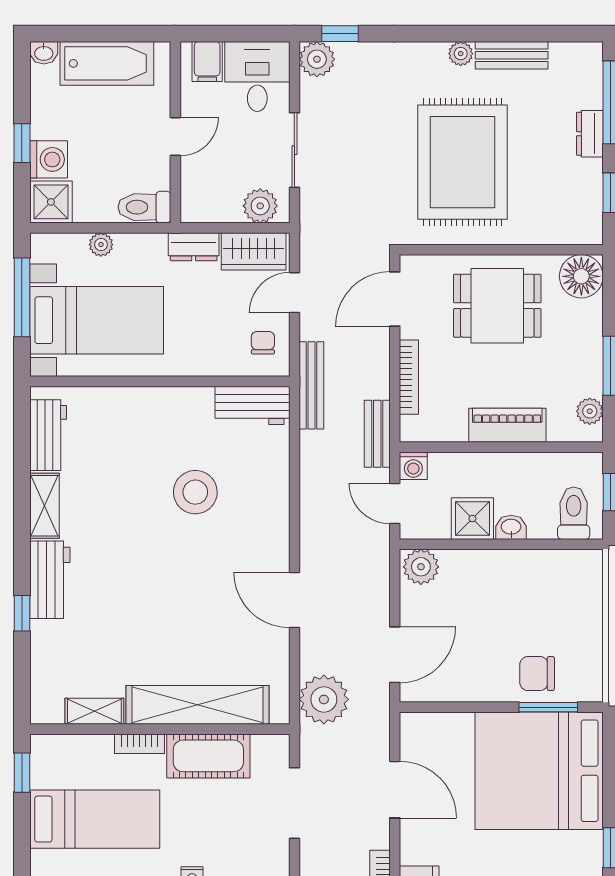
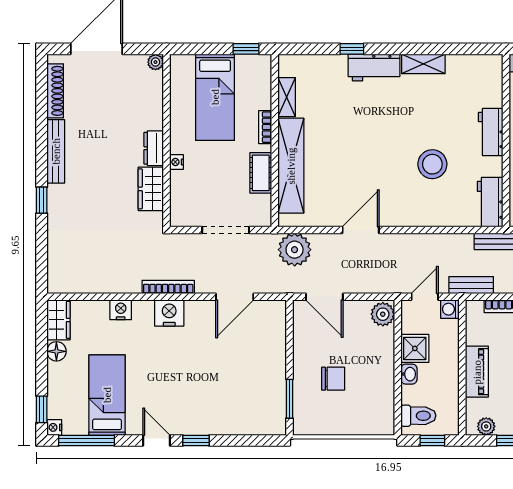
workbench: (48, 435) -> (491, 132), moved, turned 90
chair: (537, 674) -> (333, 379), moved, turned 90
cot: (208, 756) -> (261, 173), width x0.73, depth x0.75
bed: (539, 771) -> (247, 393), removed

